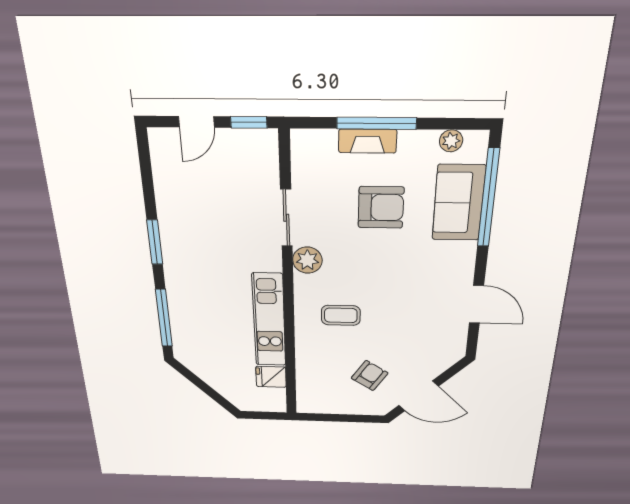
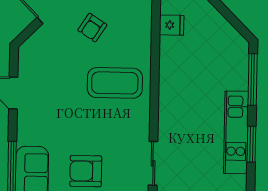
plant: (307, 260) -> (139, 130), removed
coffee table: (341, 315) -> (115, 83), width x1.86, depth x1.72
kitchen unit: (269, 320) -> (236, 132), moved, turned 180

